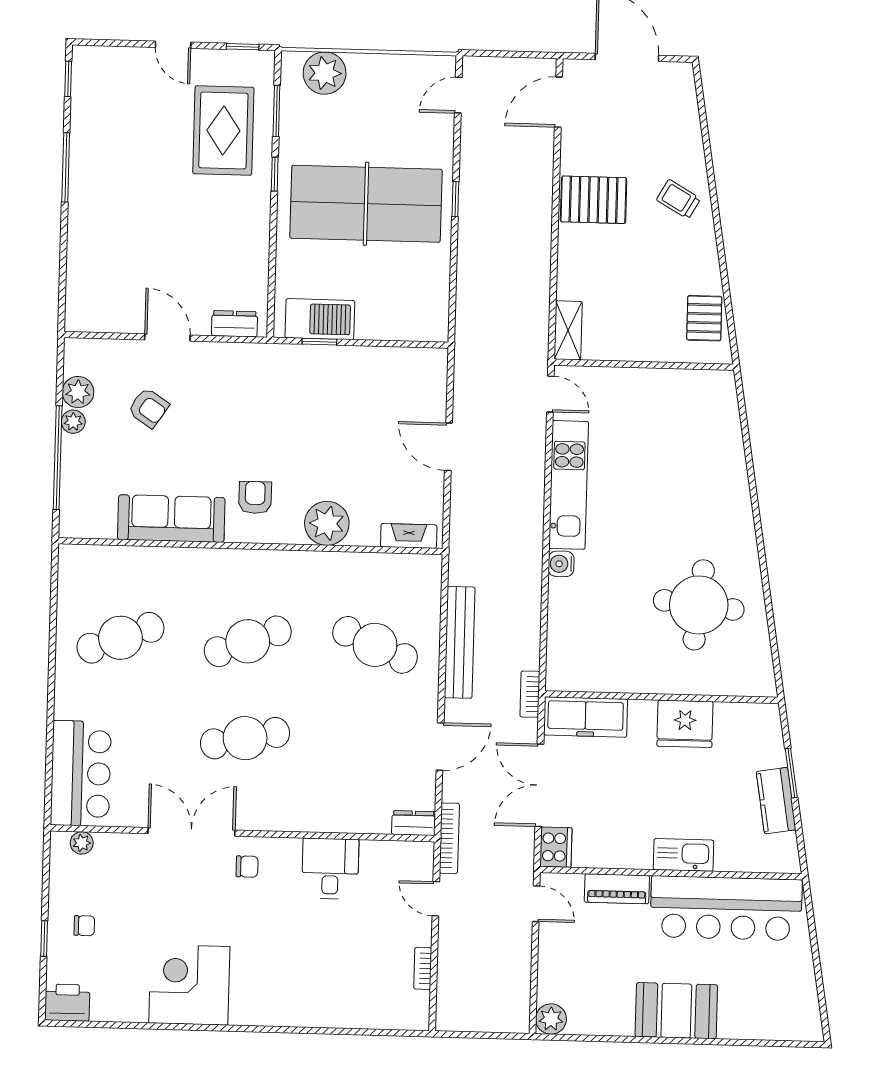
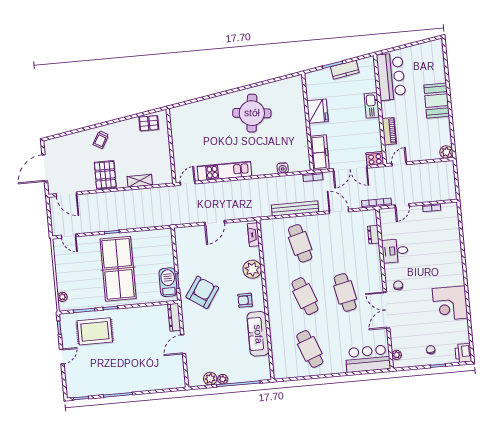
plant: (325, 73) -> (62, 297), width x0.53, depth x0.53
dresser: (235, 324) -> (174, 317), width x1.44
shelving: (568, 330) -> (140, 181), moved
armchair: (148, 408) -> (202, 292), moved, width x1.88, depth x1.88
water cooler: (561, 564) -> (283, 168), moved
round table: (699, 605) -> (252, 113), moved
cafe table: (375, 645) -> (300, 243), turned -39
dresser: (414, 823) -> (373, 235), moved
bar counter: (726, 908) -> (391, 77), width x0.73

